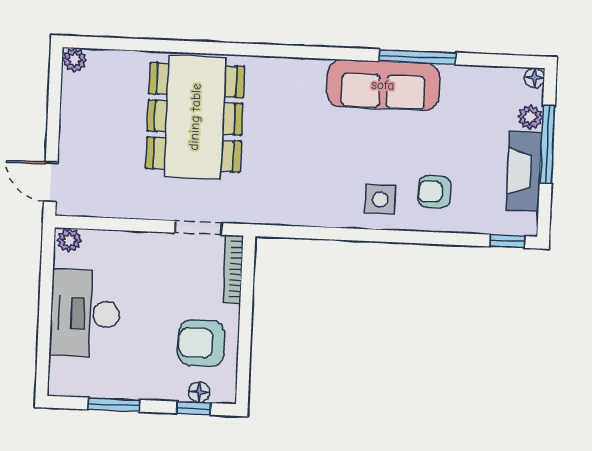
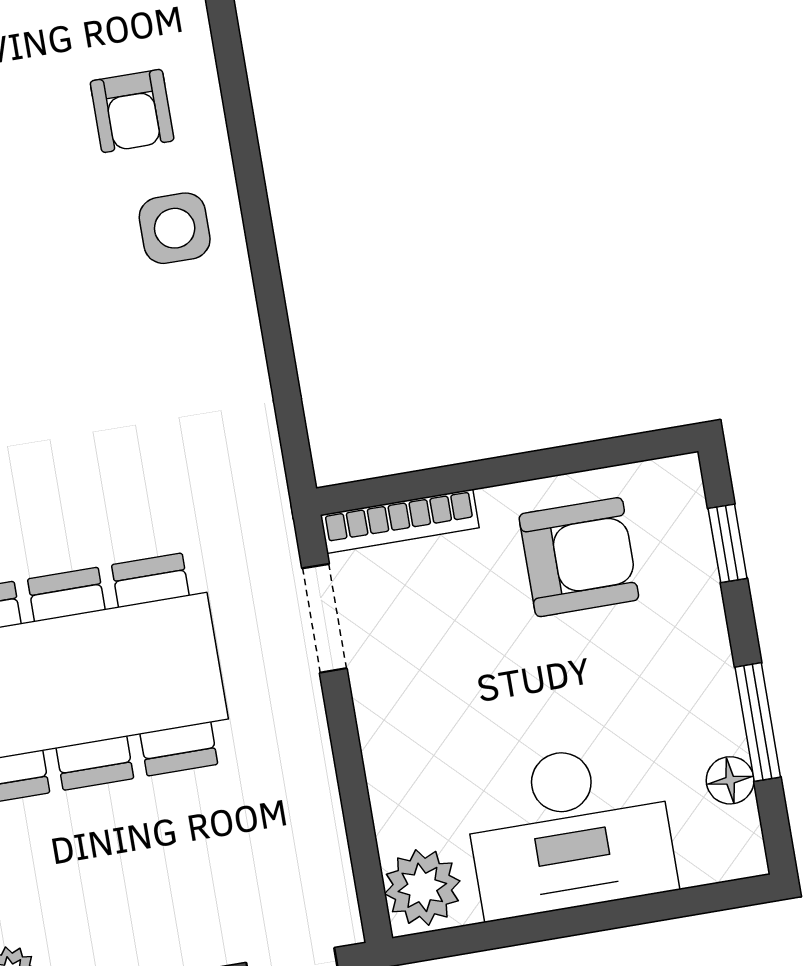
plant: (69, 240) -> (422, 887), width x1.38, depth x1.38
armchair: (201, 343) -> (579, 557), turned -90
floor lamp: (199, 392) -> (730, 780), moved

